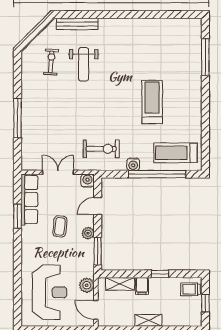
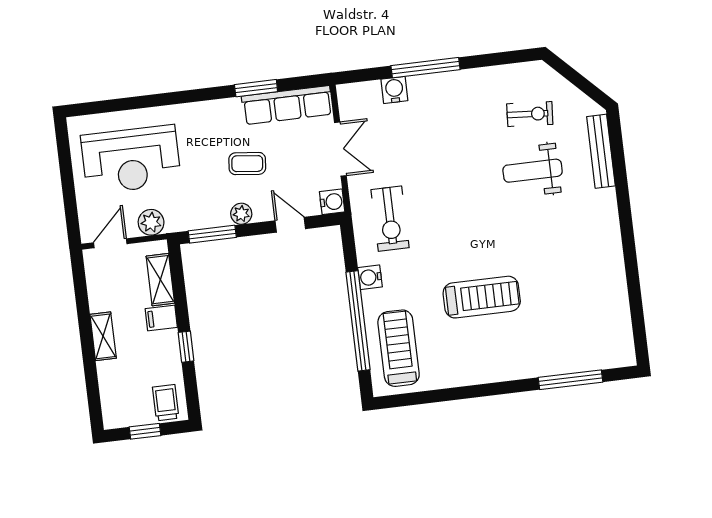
water cooler: (28, 137) -> (394, 90), added

